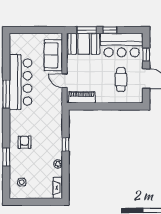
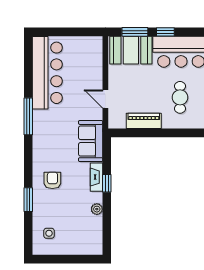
sofa: (53, 55) -> (91, 141), moved
bar counter: (21, 82) -> (47, 73), moved
piano: (82, 97) -> (144, 121), moved
fireplace: (58, 188) -> (96, 177), moved

